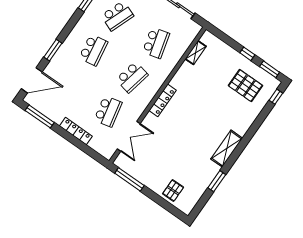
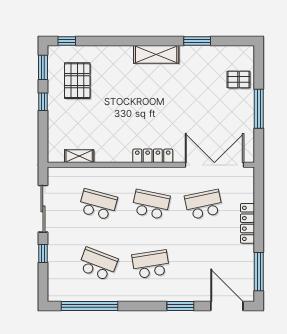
school desk: (156, 43) -> (98, 204), turned 30
double door: (129, 136) -> (214, 165), width x1.36
window: (129, 179) -> (259, 109), moved

